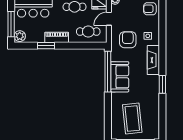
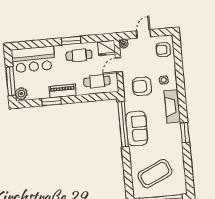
armchair: (128, 40) -> (142, 86), turned -90
coffee table: (132, 119) -> (155, 174), turned 71

